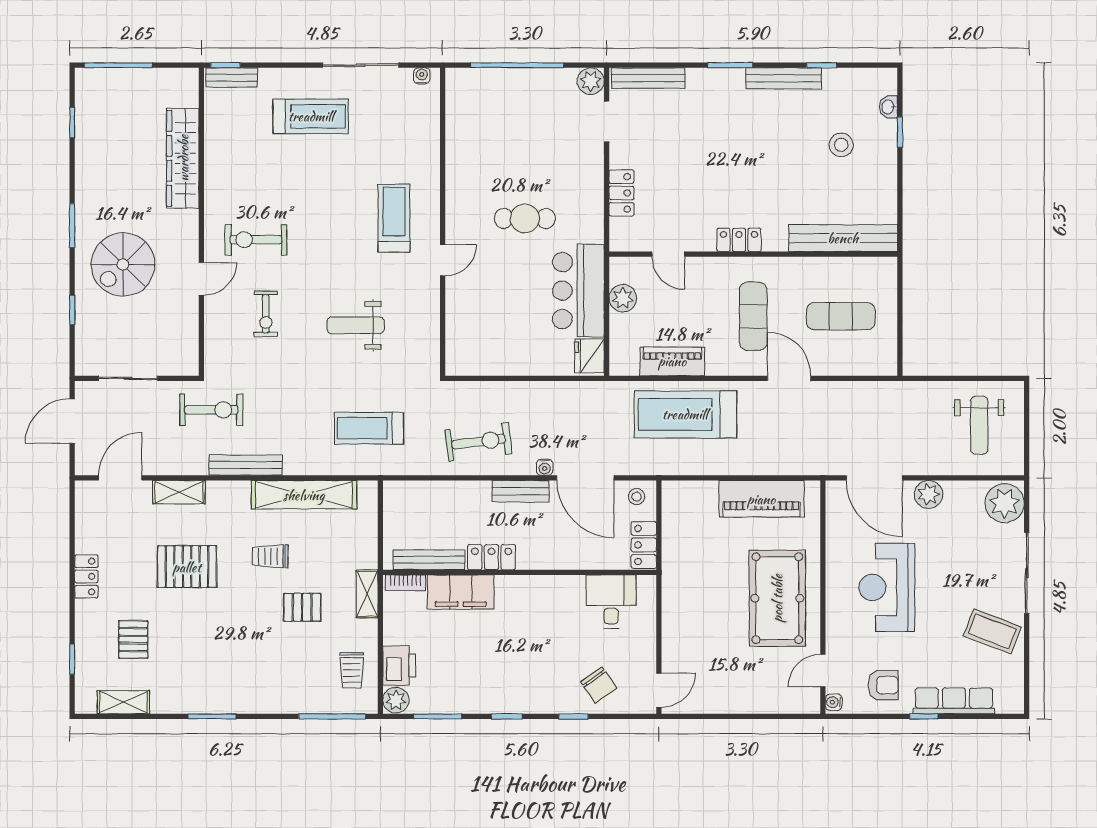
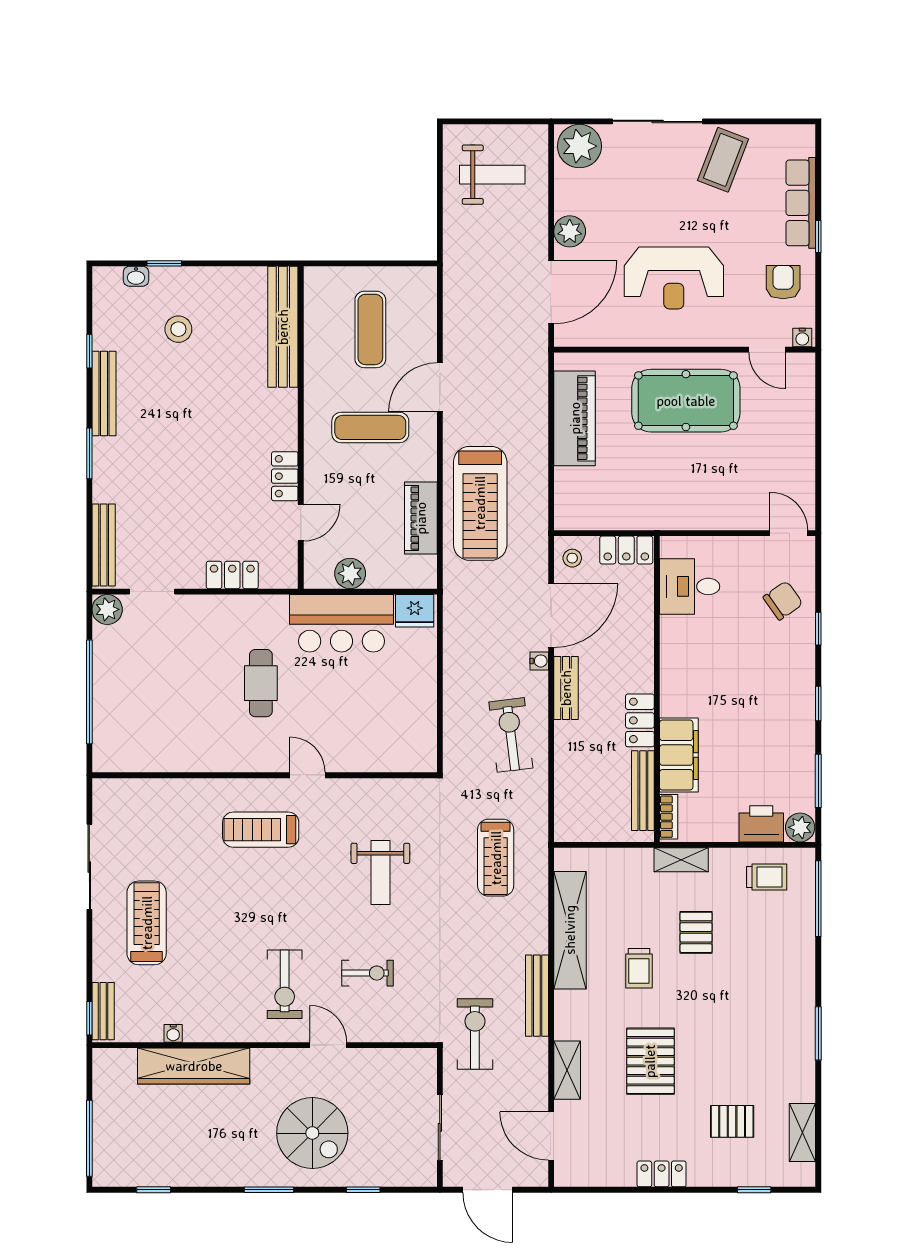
water cooler: (422, 76) -> (173, 1033), moved, turned -90
locker: (739, 240) -> (285, 476), moved

